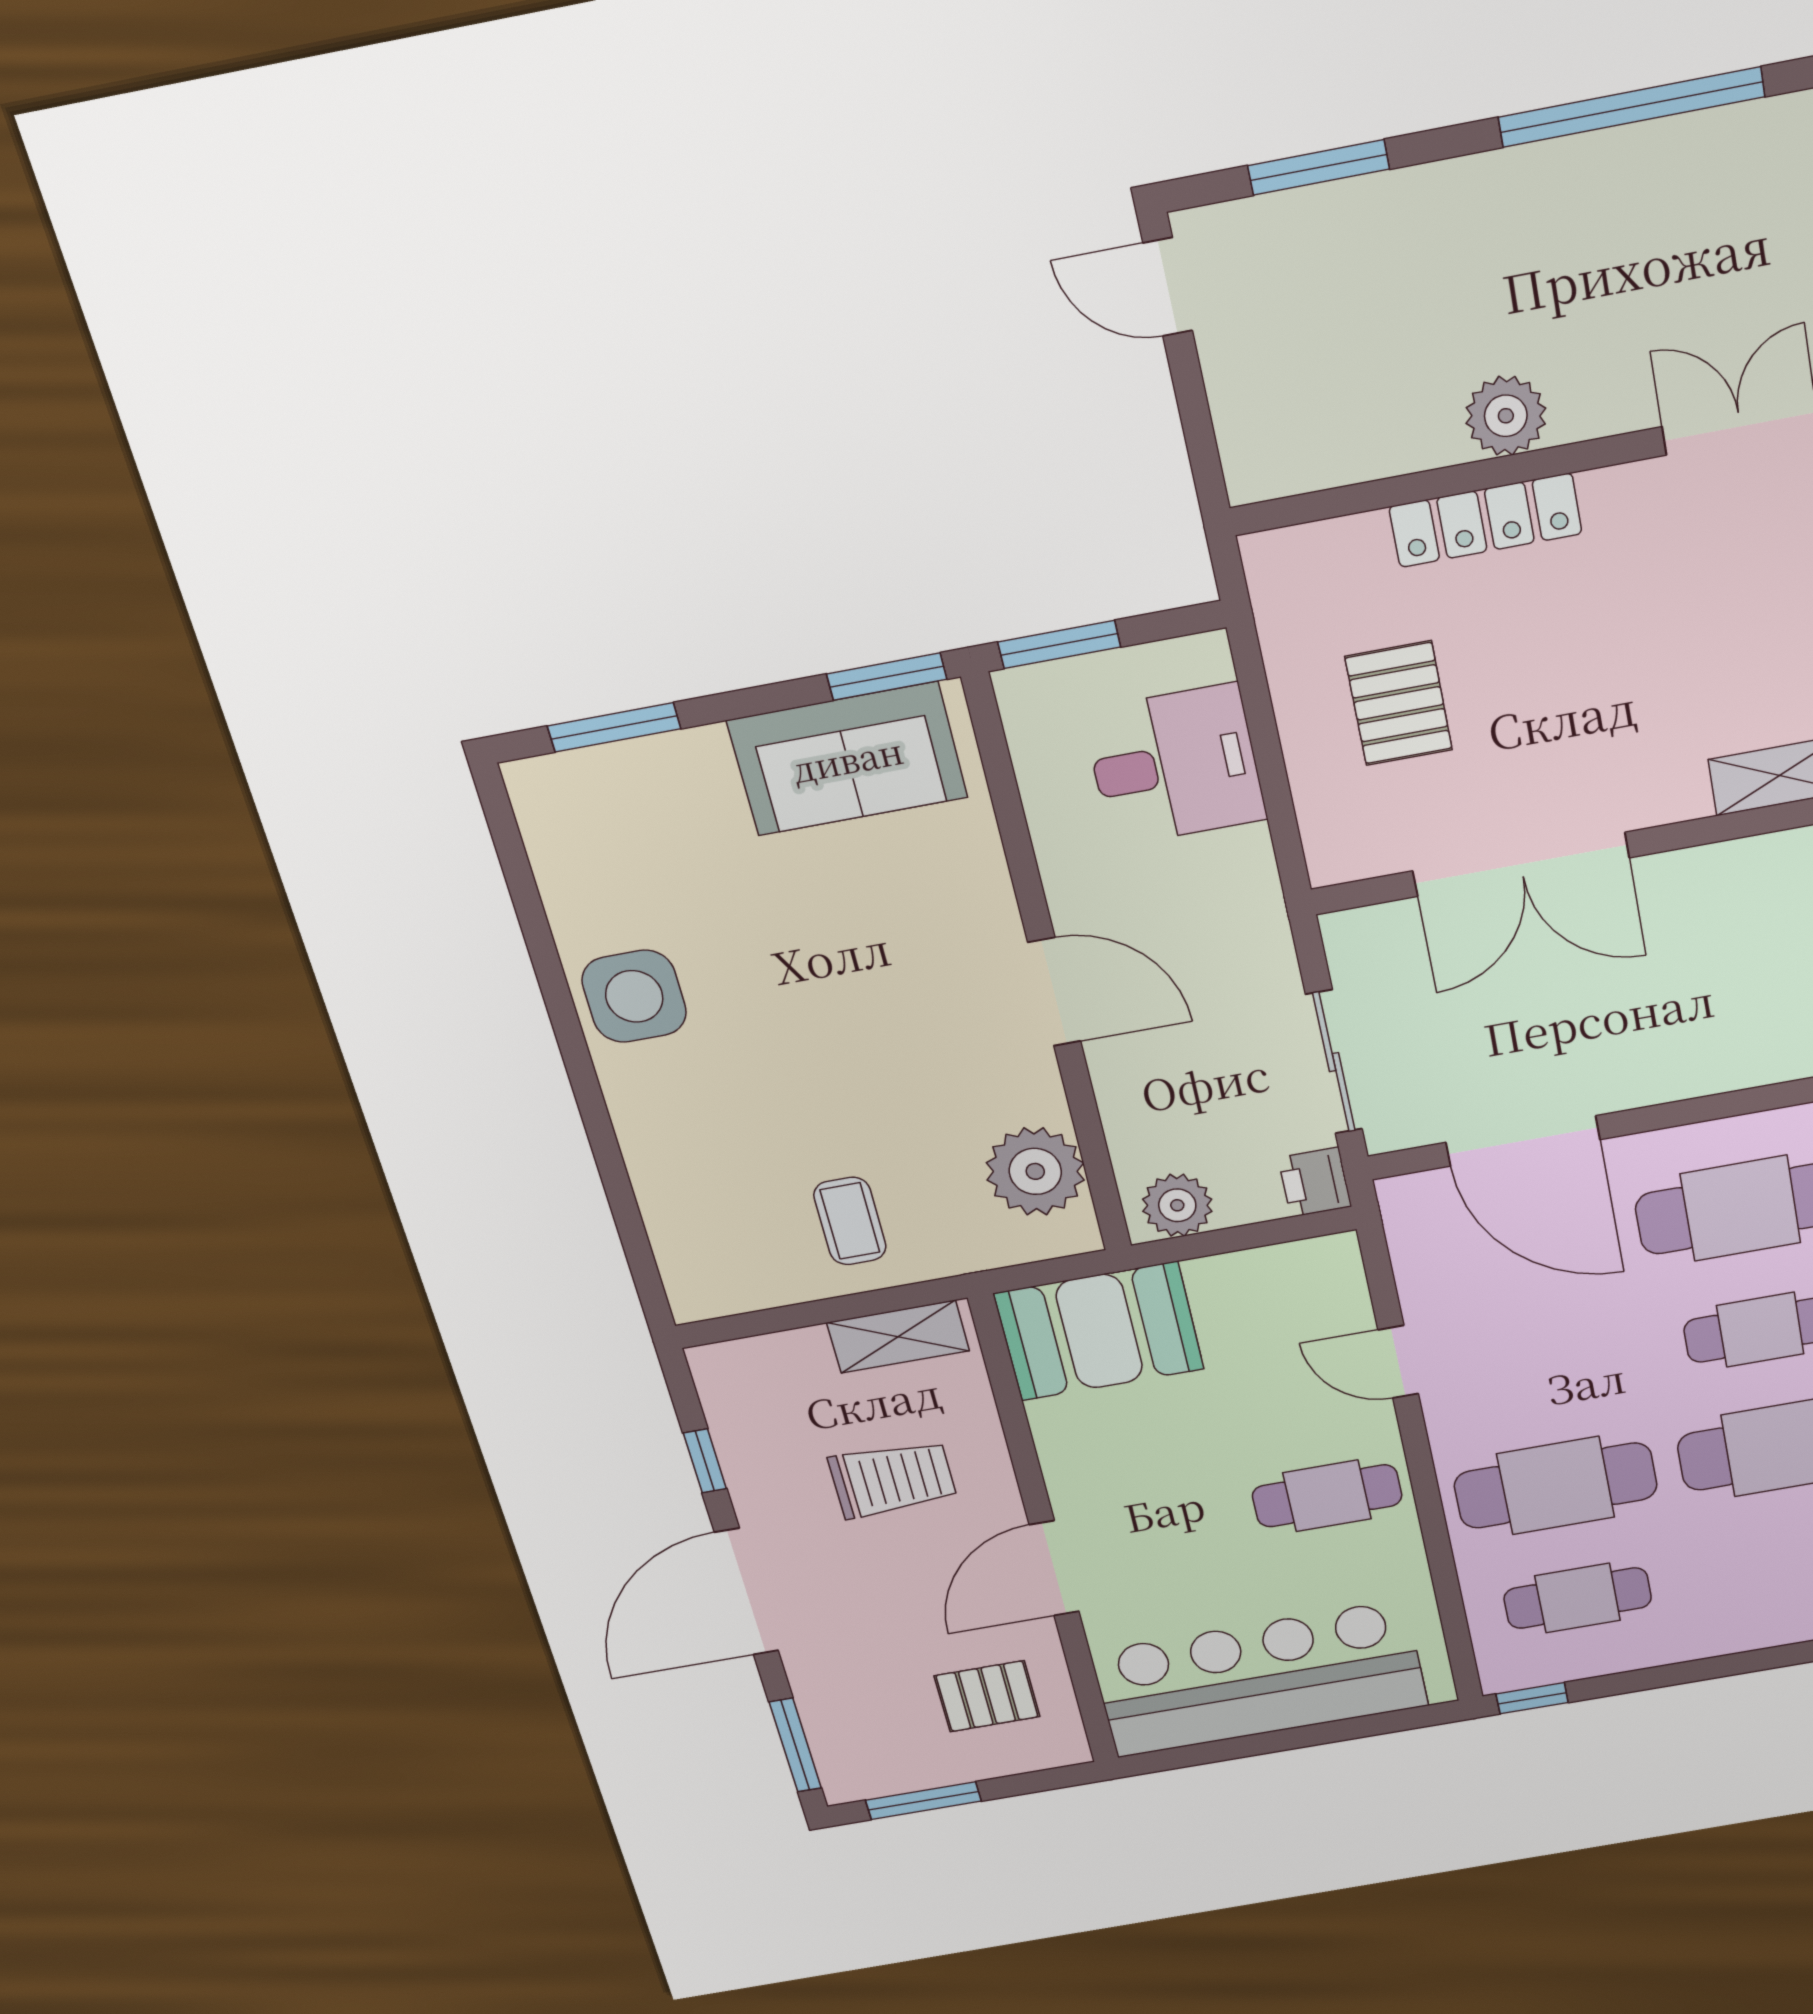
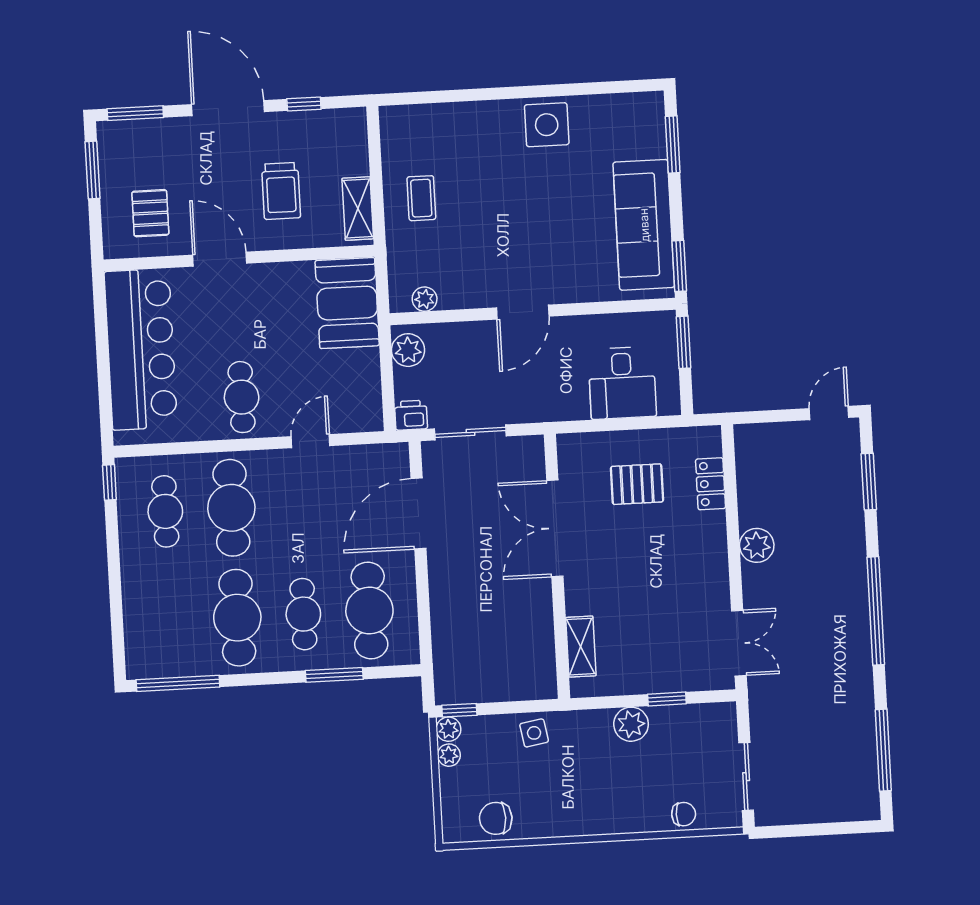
locker: (1486, 520) -> (711, 484), moved, width x0.66
sofa: (847, 759) -> (644, 225), width x1.36
plant: (1035, 1171) -> (425, 299), width x0.53, depth x0.53
coffee table: (850, 1221) -> (421, 198), turned 90

